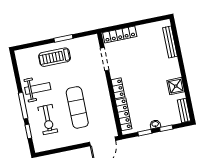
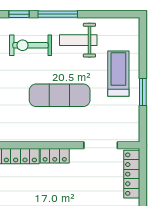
weight bench: (38, 88) -> (78, 40), turned 90
exercise mat: (77, 107) -> (60, 95), moved

